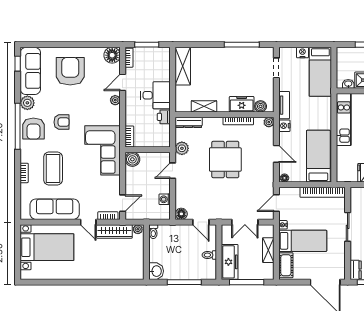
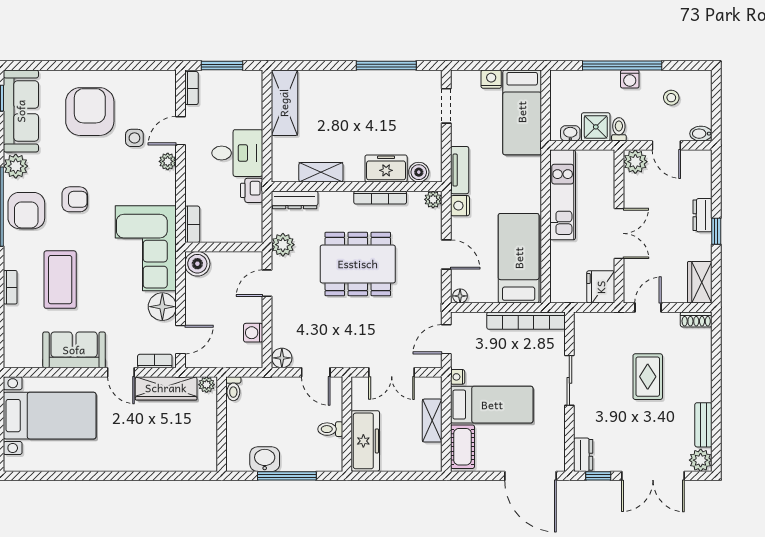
floor lamp: (112, 55) -> (162, 307), moved
side table: (96, 87) -> (134, 138), added
dining table: (225, 159) -> (358, 264), width x1.38
sofa: (55, 209) -> (74, 350), width x0.73
washbasin: (156, 271) -> (265, 459), moved, turned -90
window: (247, 282) -> (395, 476), removed

